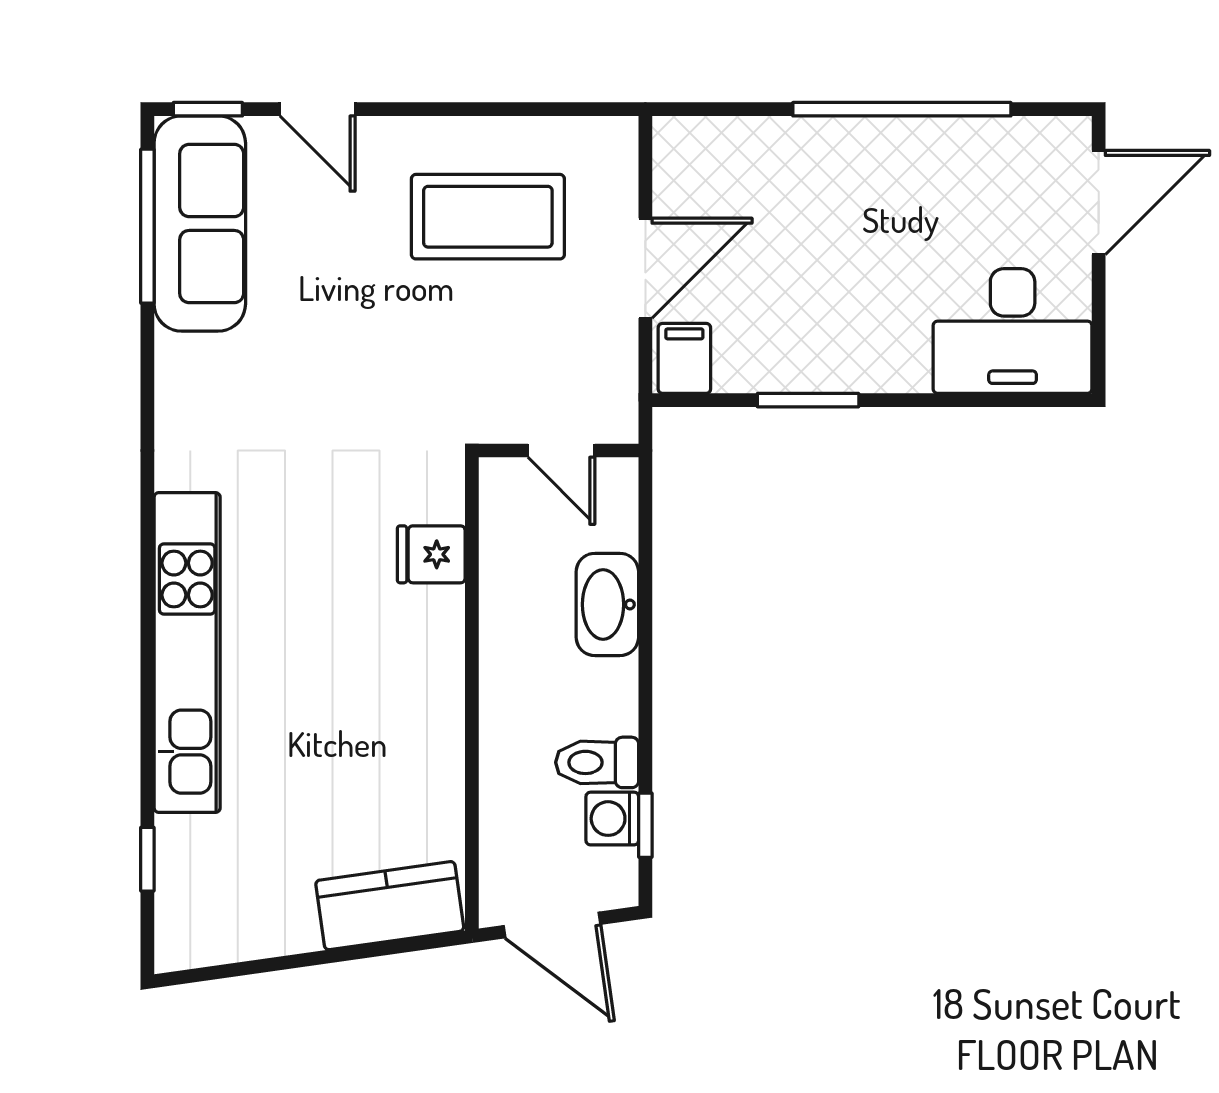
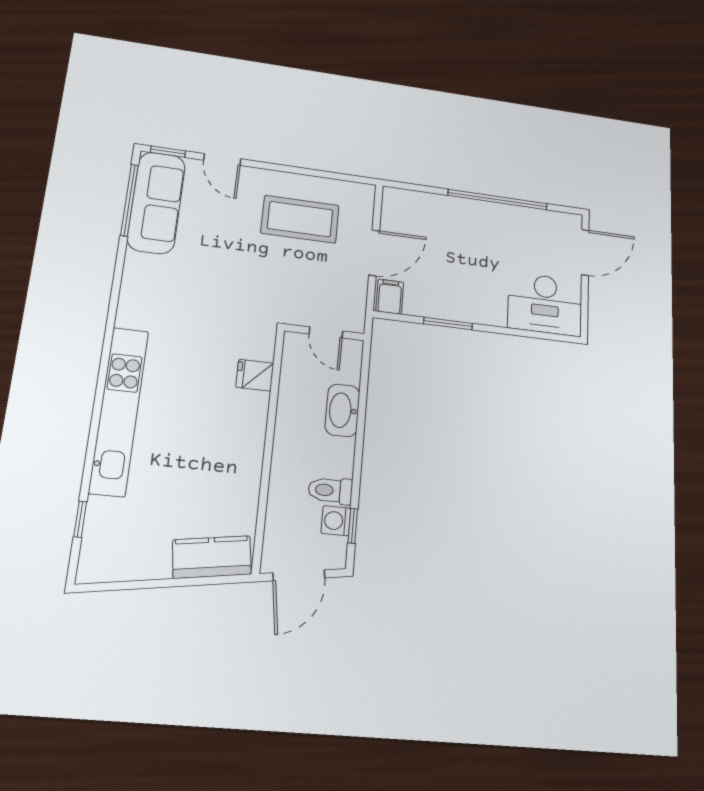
door: (552, 925) -> (299, 575), hinge flipped

